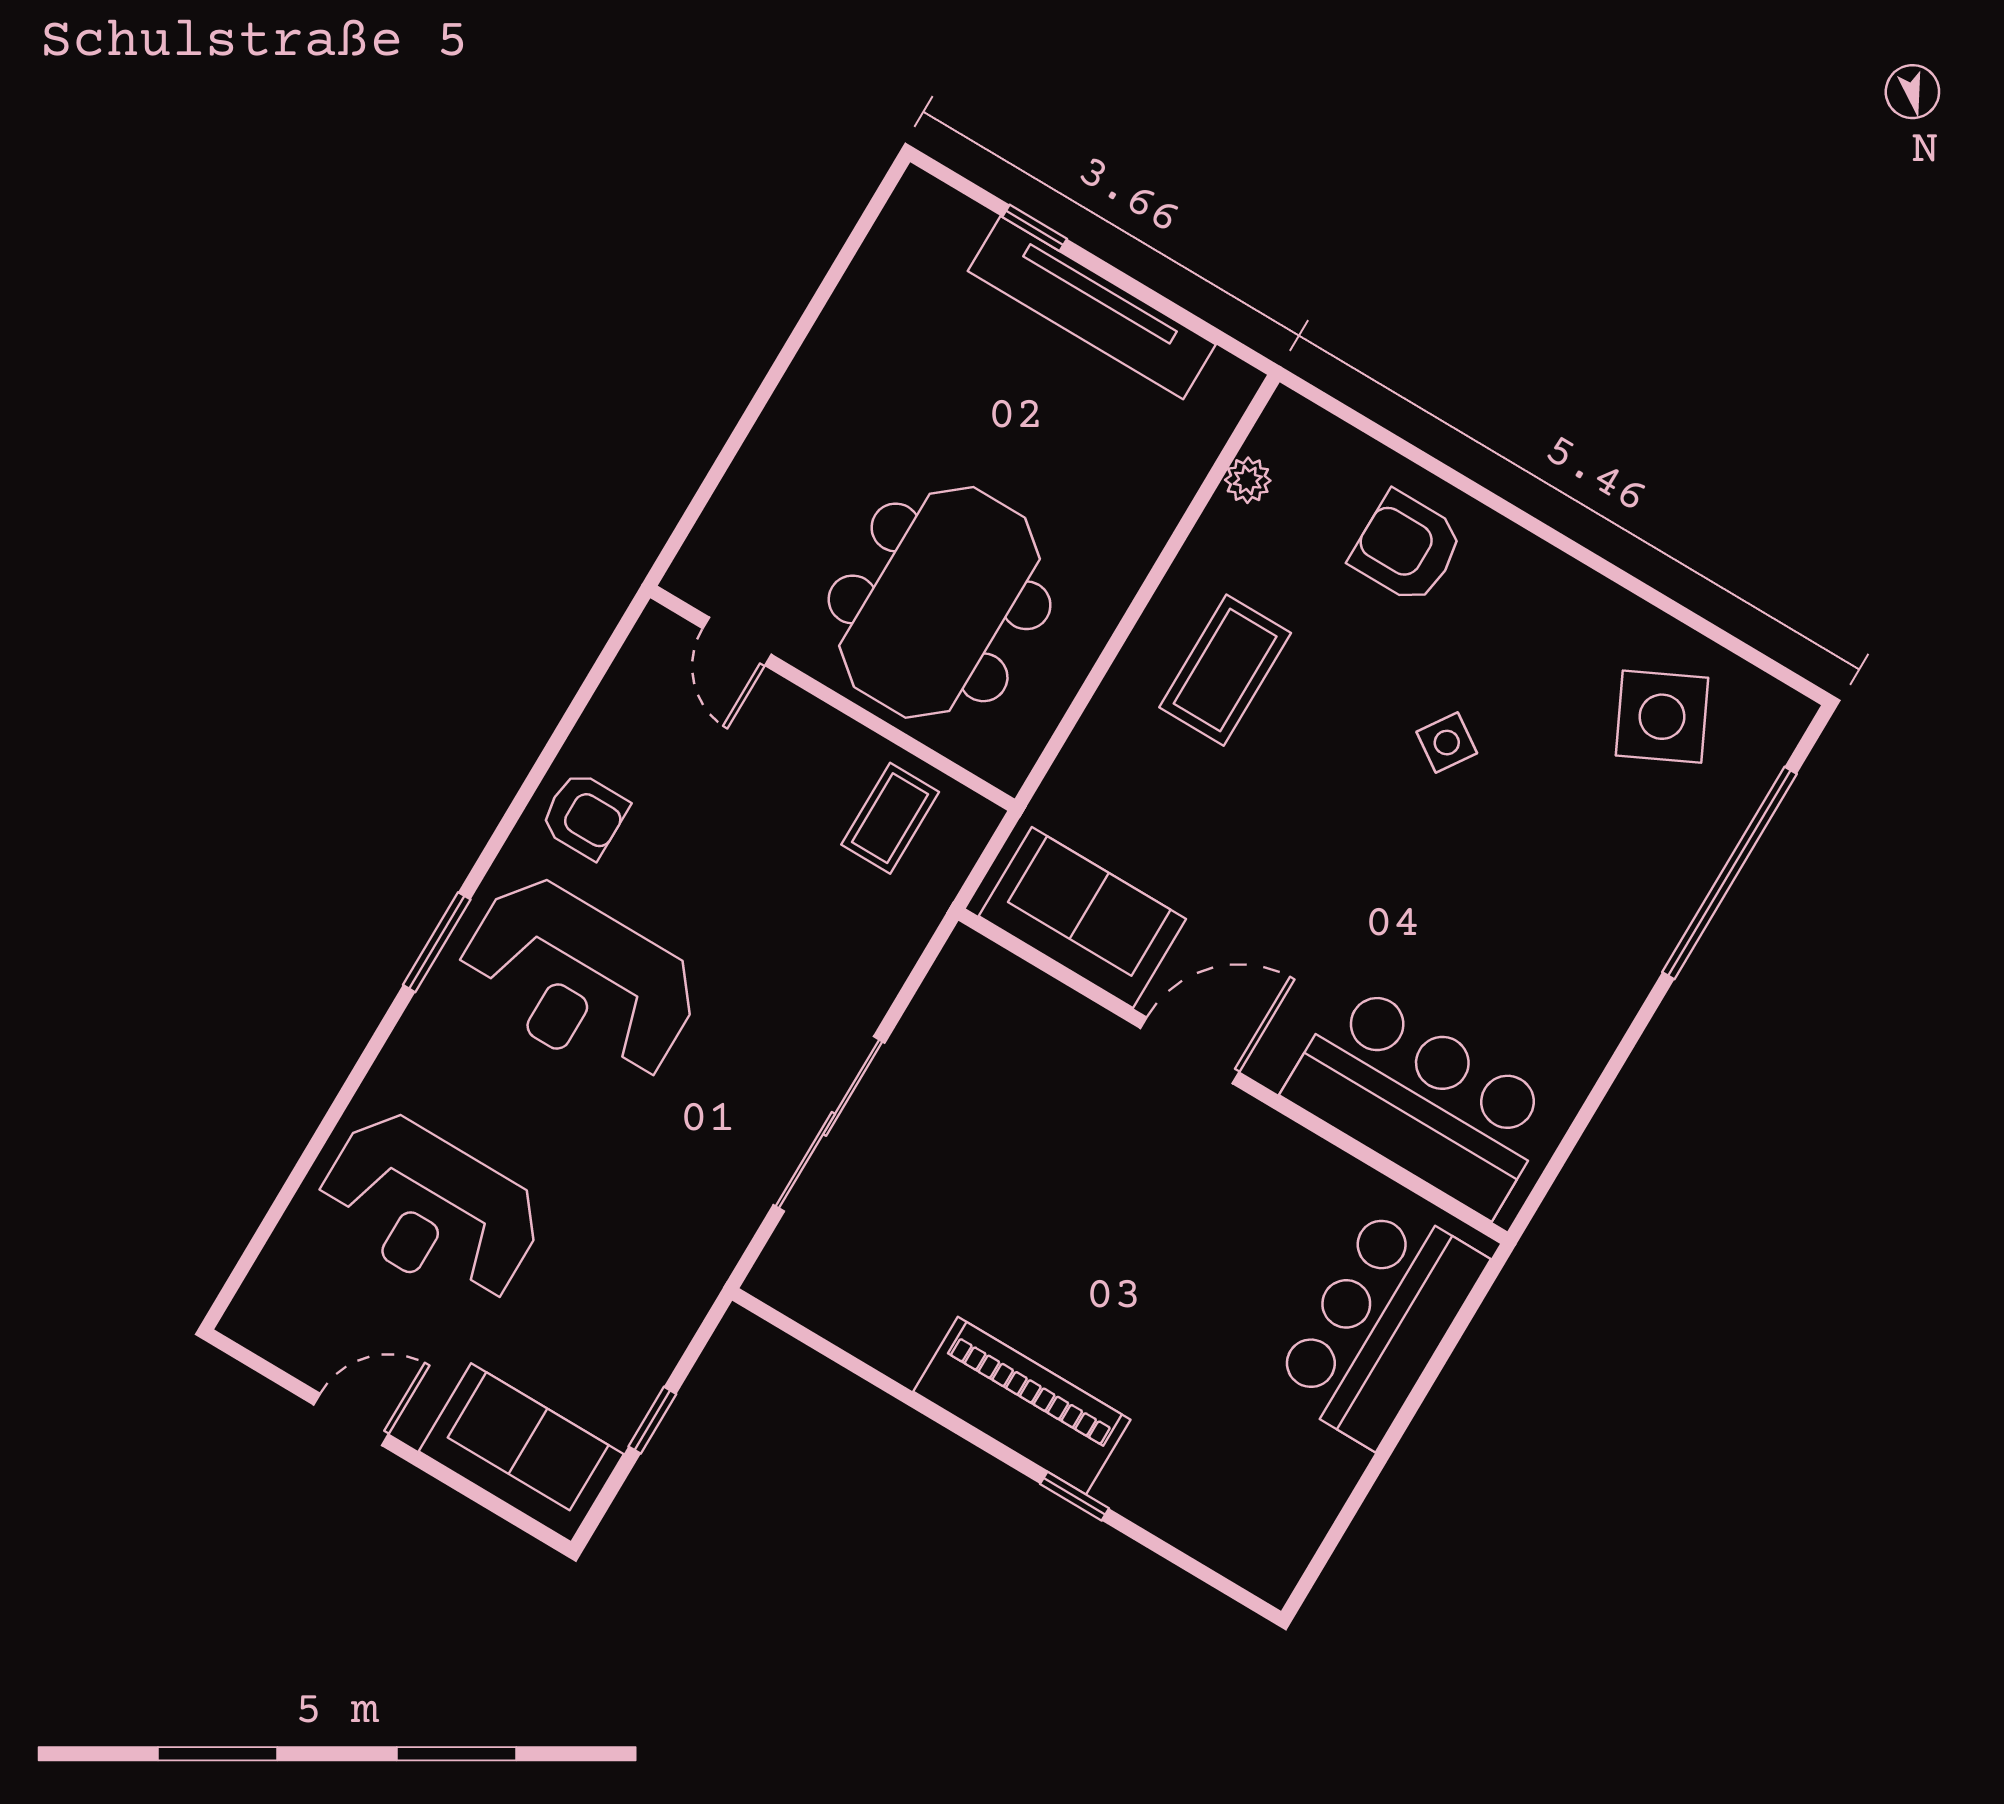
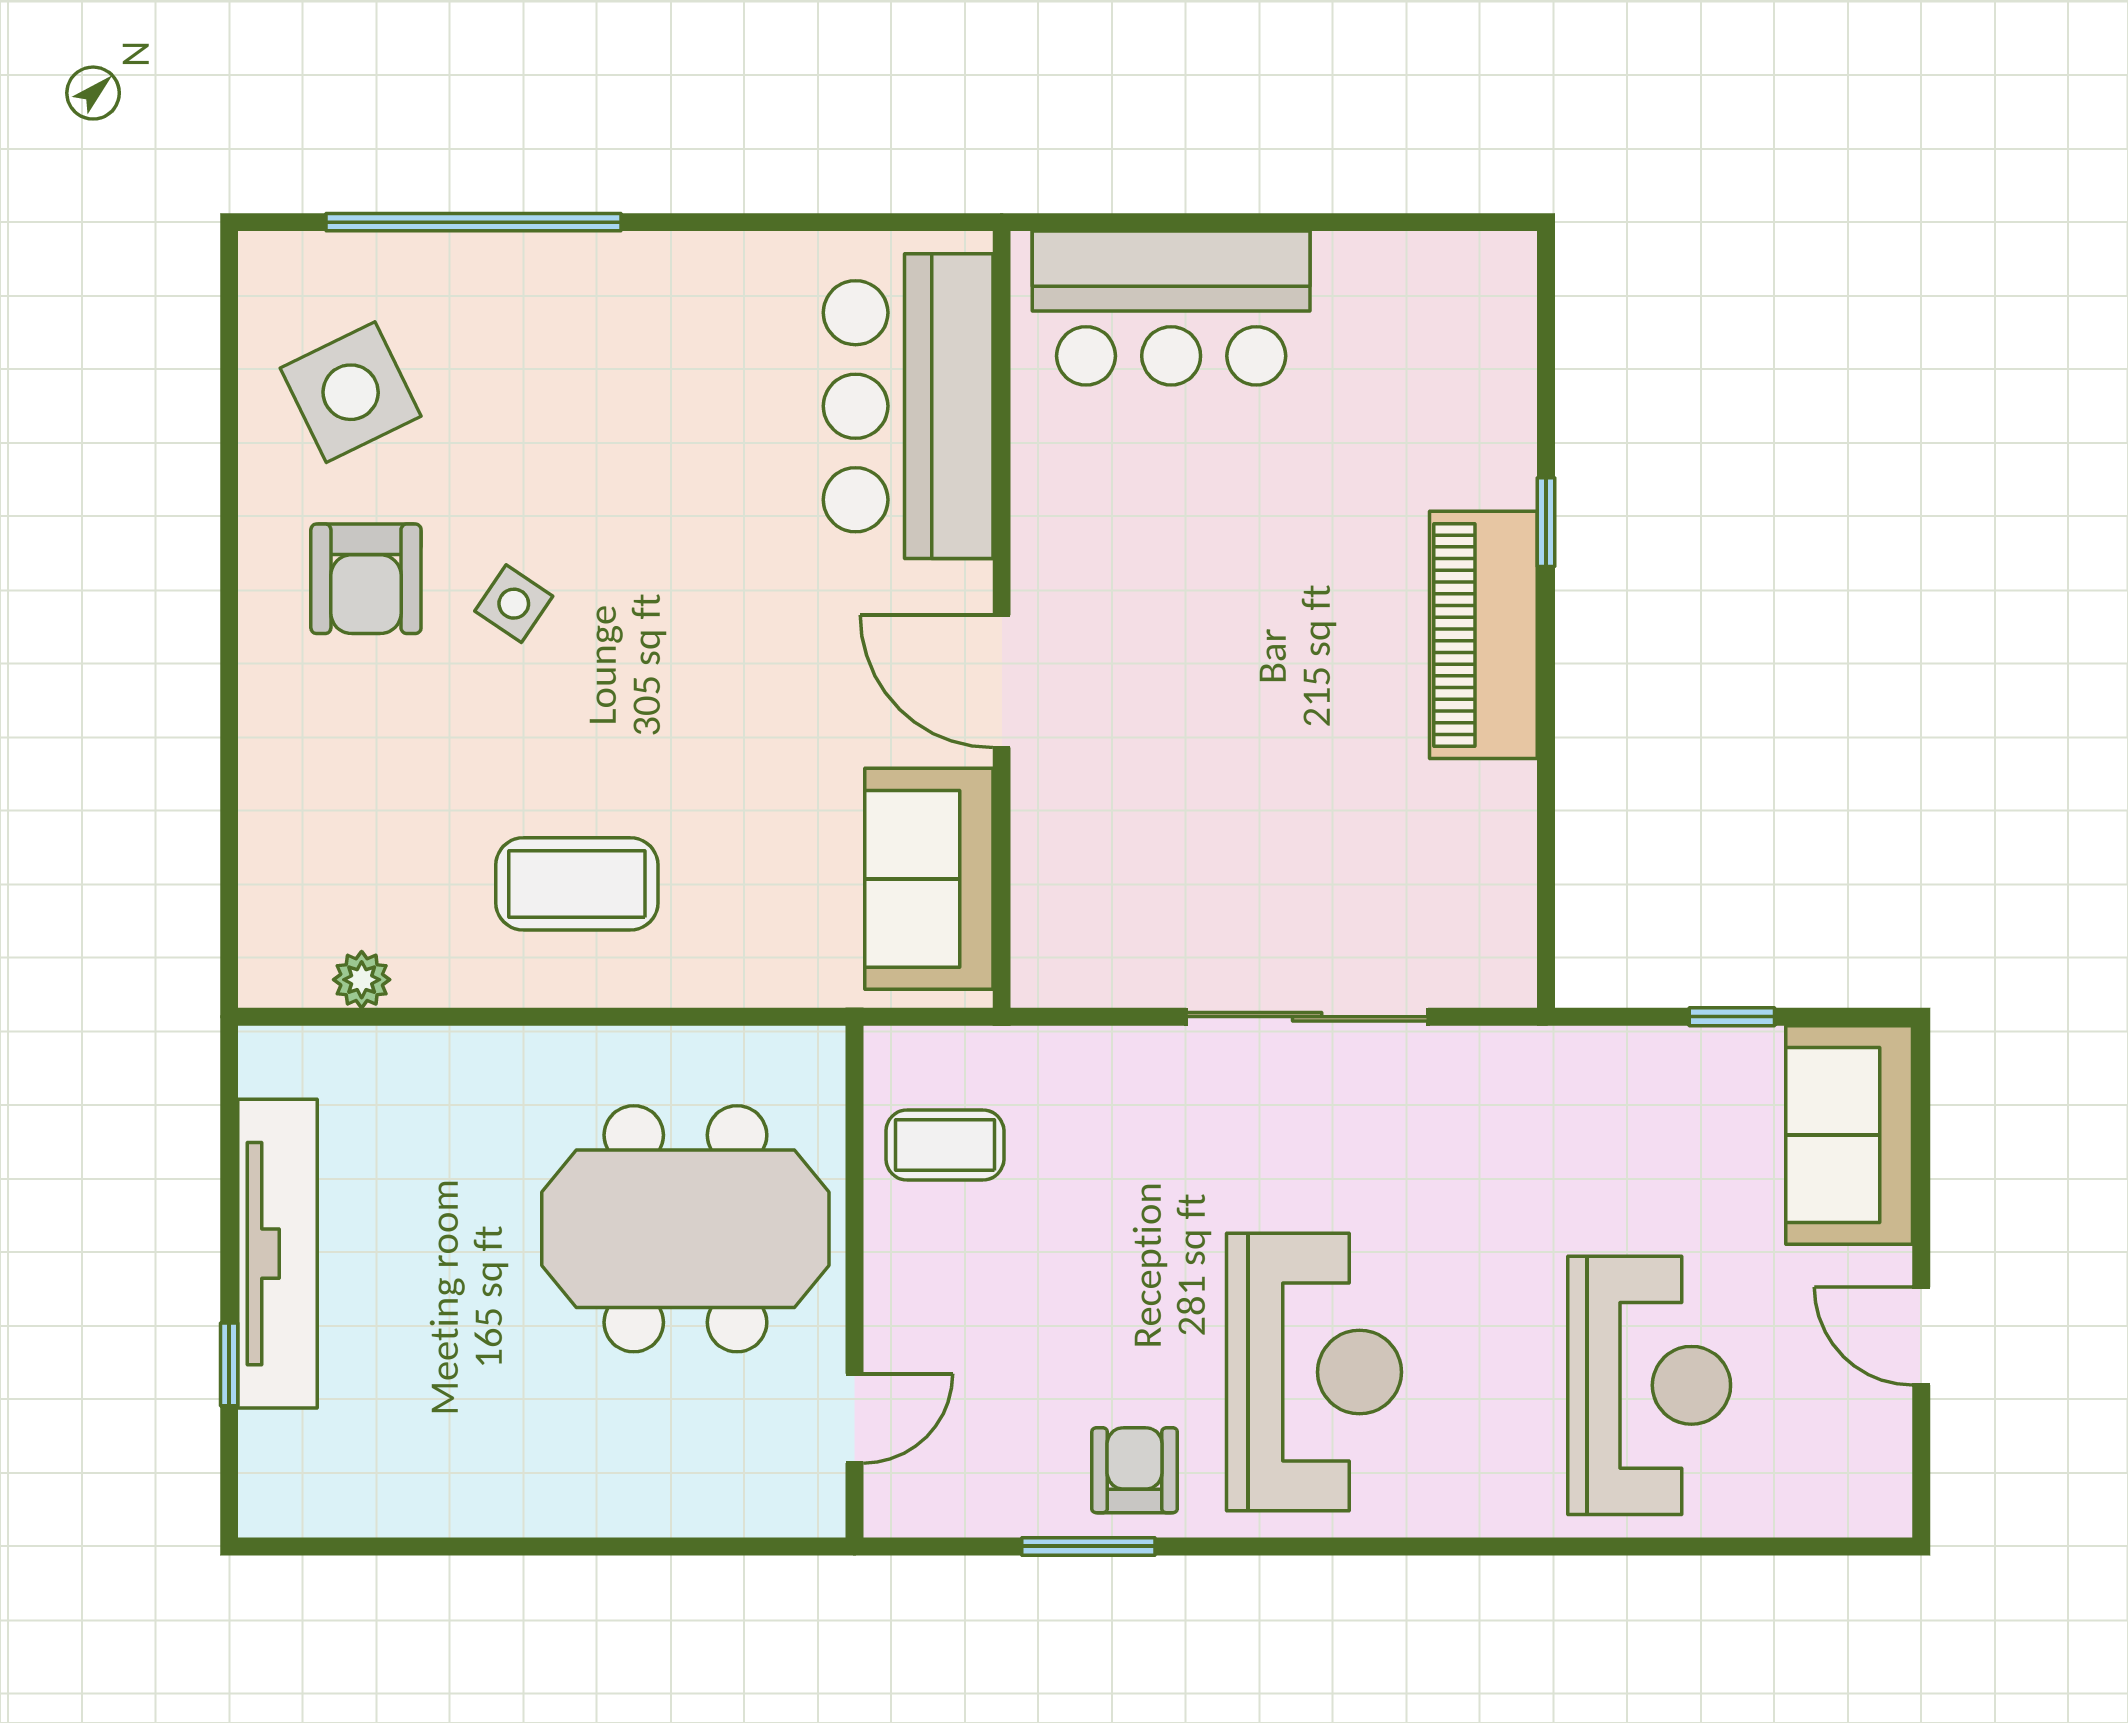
armchair: (1407, 548) -> (366, 579), moved
window: (437, 942) -> (1088, 1546), moved

